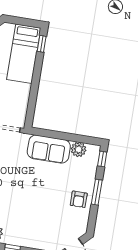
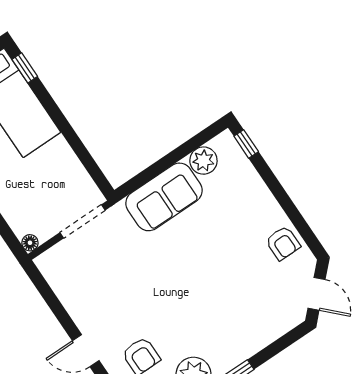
window: (97, 192) -> (280, 194), removed
armchair: (79, 199) -> (283, 243), moved

